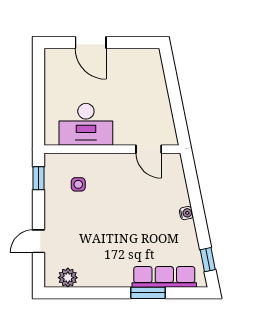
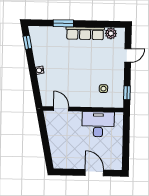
row of seats: (164, 277) -> (85, 33), moved

